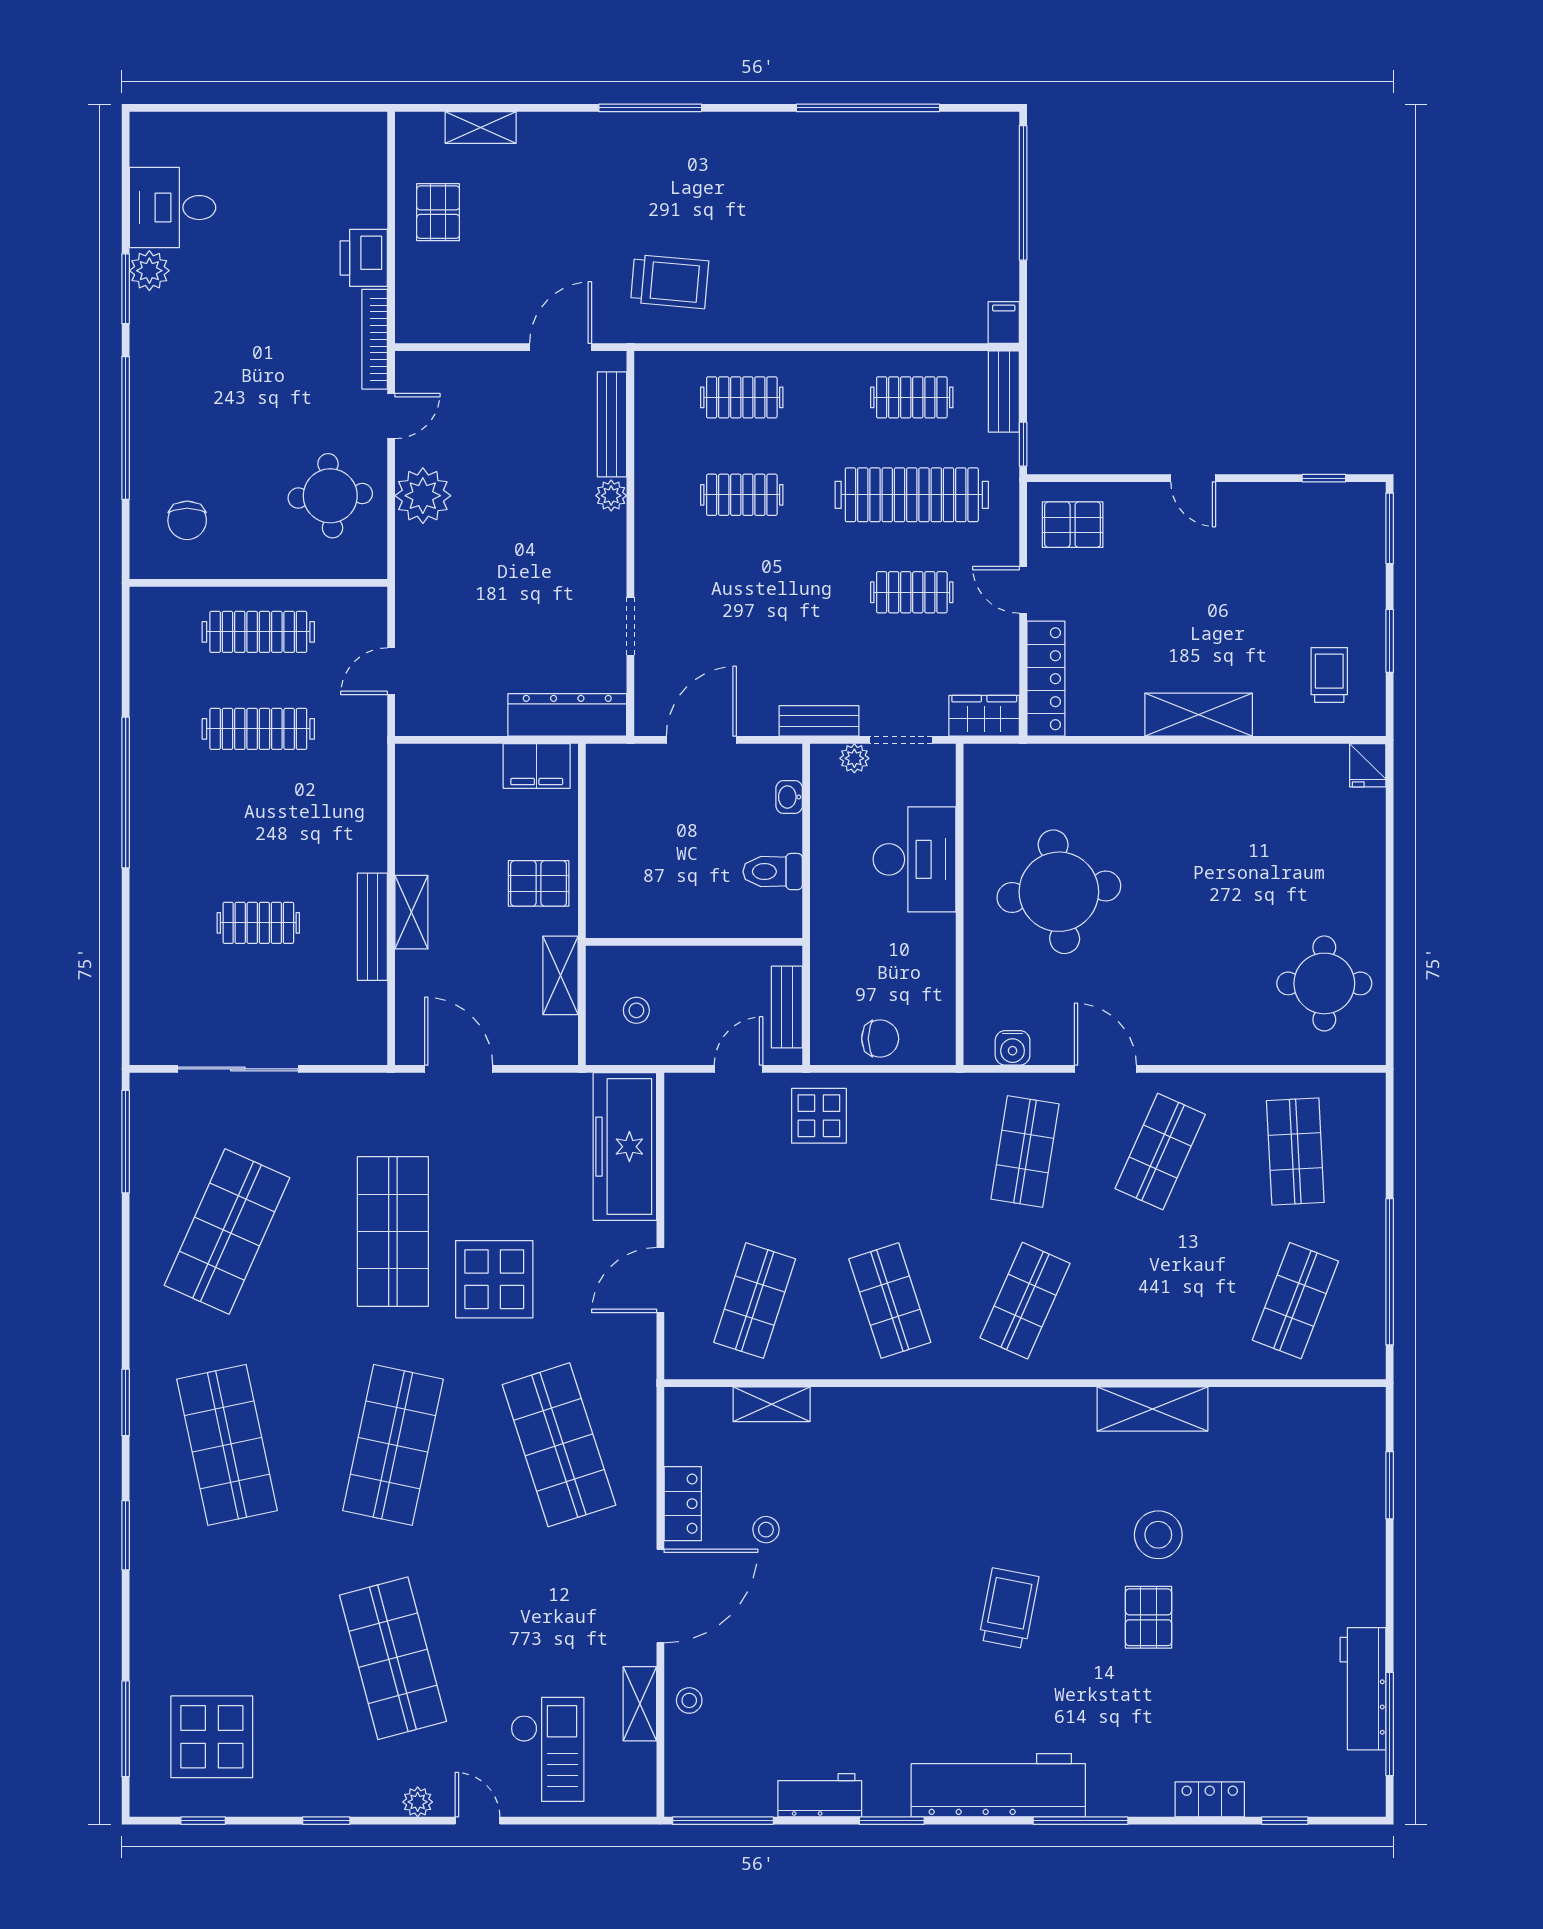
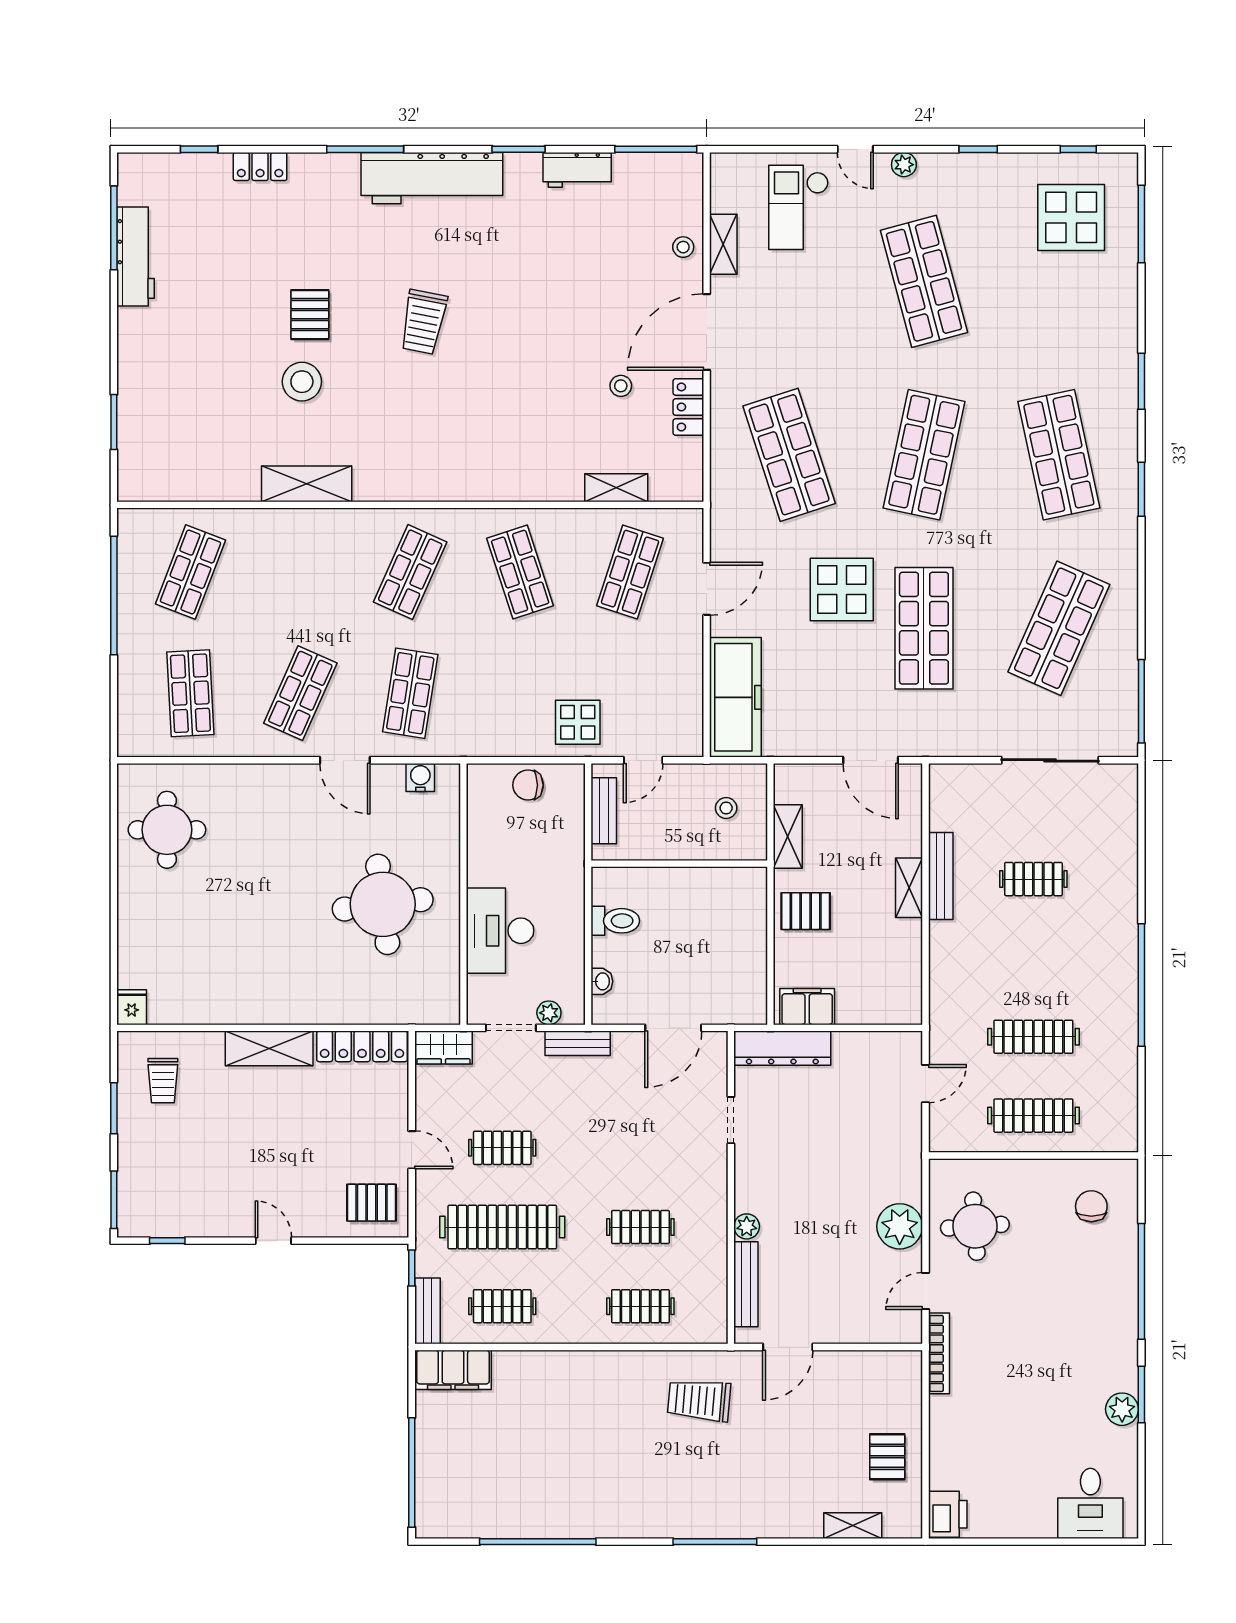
desk: (173, 208) -> (1090, 1503), moved, turned 90
printer: (364, 258) -> (948, 1514), moved
filing cabinet: (1004, 323) -> (453, 1370), width x3.00, depth x1.17
locker: (1046, 679) -> (362, 1046), moved, turned -90

